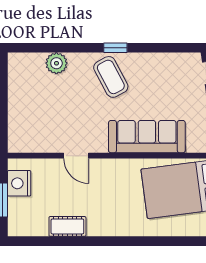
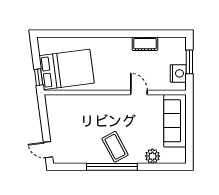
window: (115, 48) -> (112, 167), width x3.17
sofa: (147, 137) -> (175, 121), moved, turned 90

